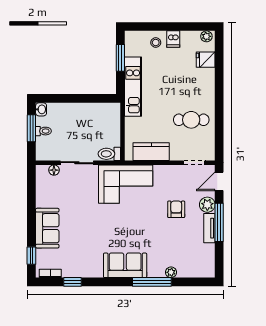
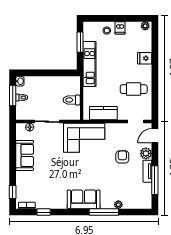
fridge: (206, 60) -> (145, 58), moved
toilet: (109, 154) -> (72, 100), moved
window: (219, 222) -> (155, 180), moved
sofa: (47, 228) -> (25, 155), moved

